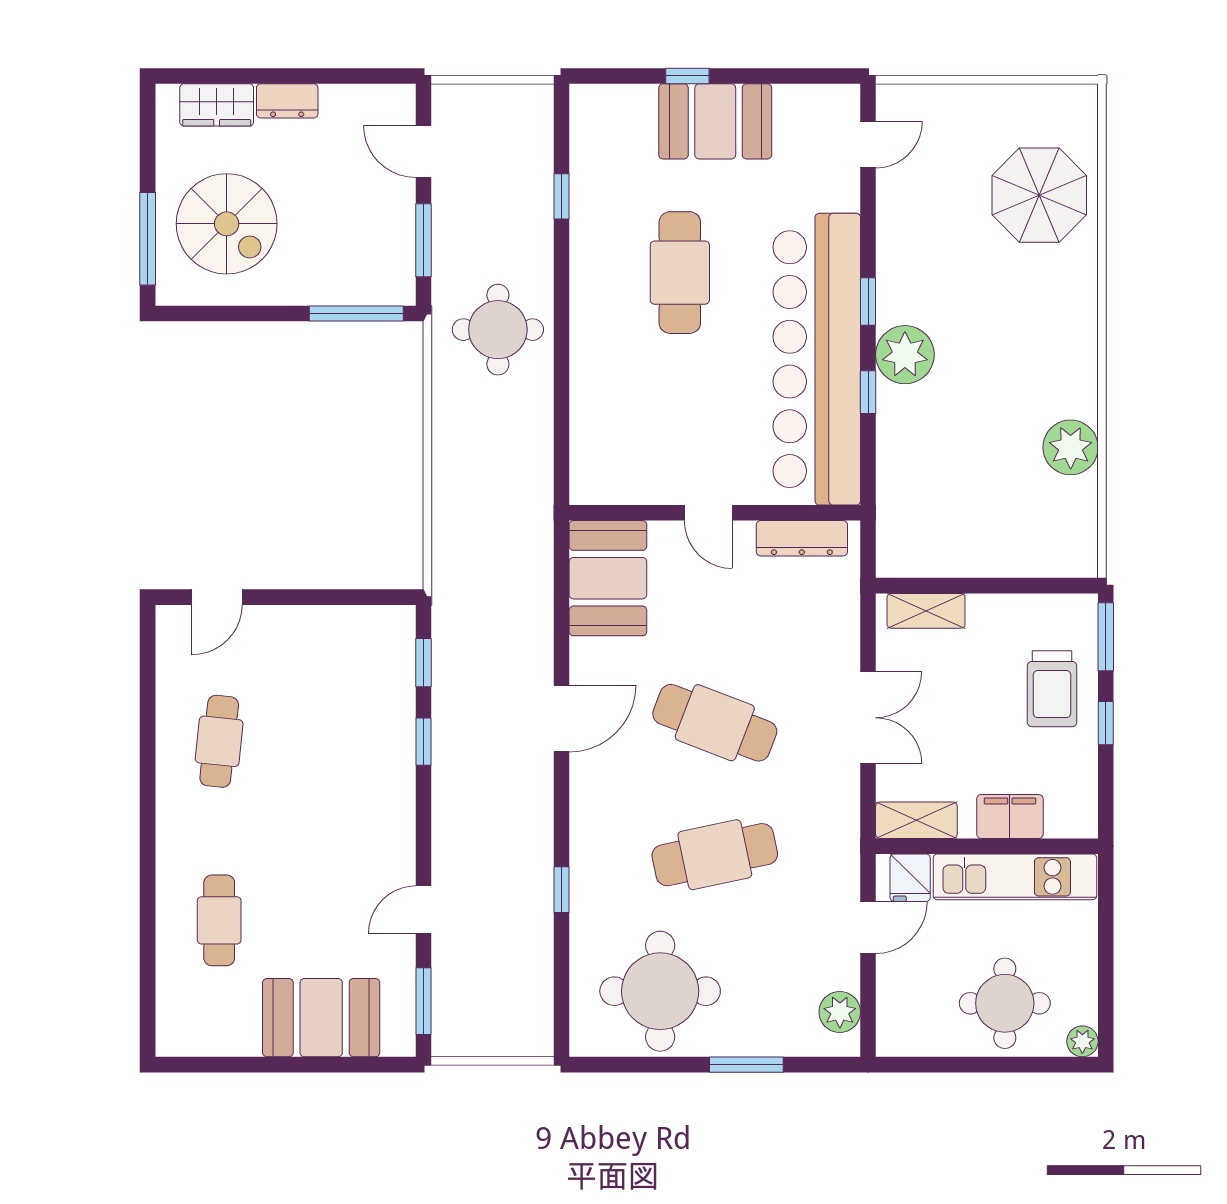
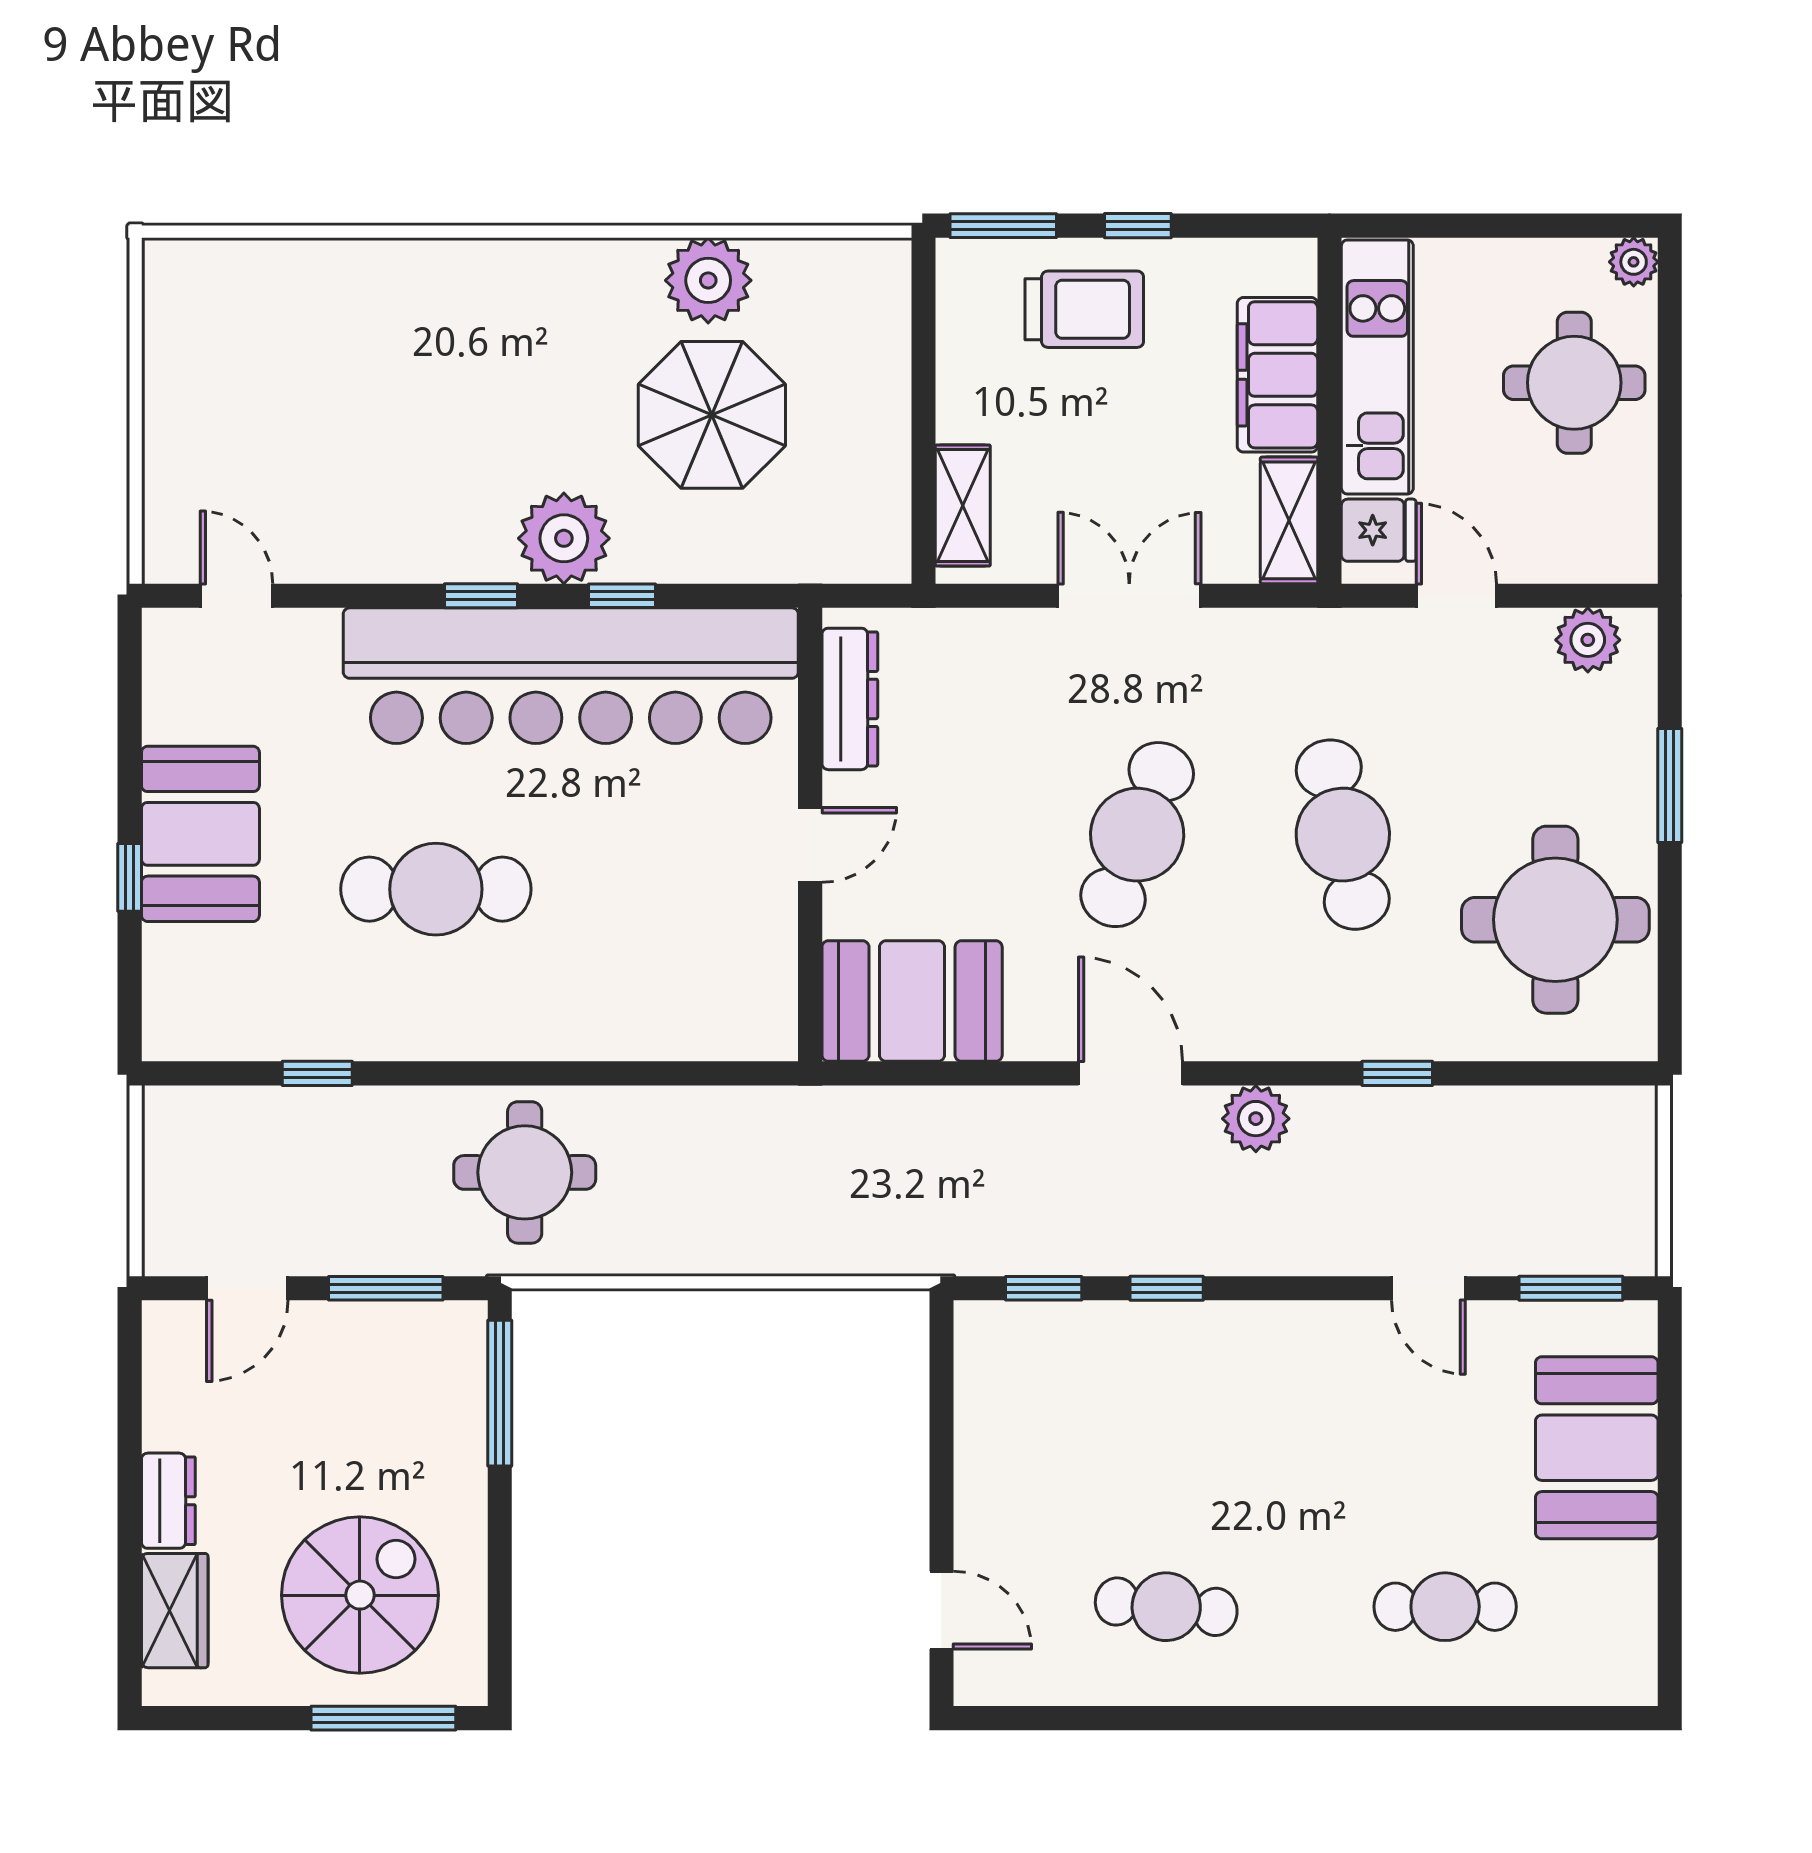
parasol: (1039, 195) -> (712, 415), moved
plant: (532, 799) -> (1256, 1119), added
filing cabinet: (1010, 816) -> (1277, 375), width x1.50, depth x1.17

